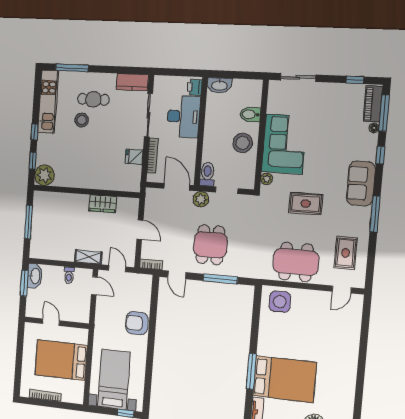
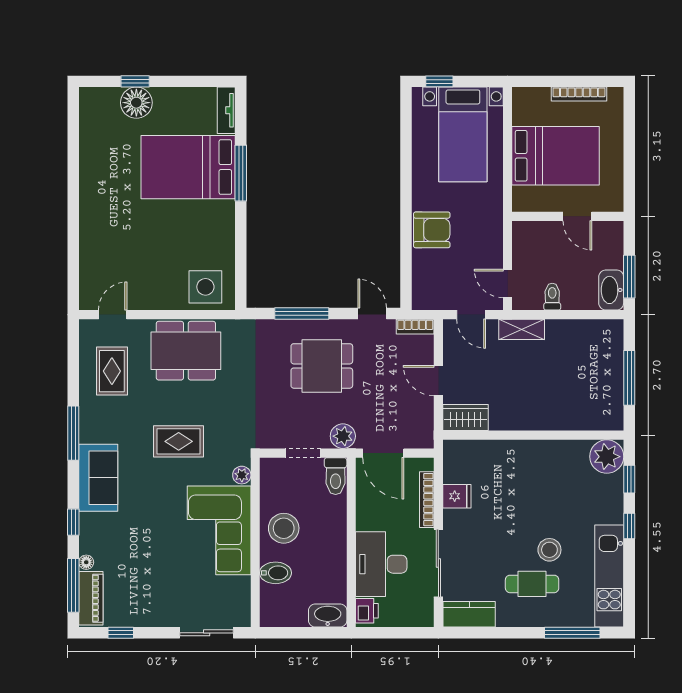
wardrobe: (103, 204) -> (466, 418), moved
dining table: (210, 245) -> (322, 366), turned 90

